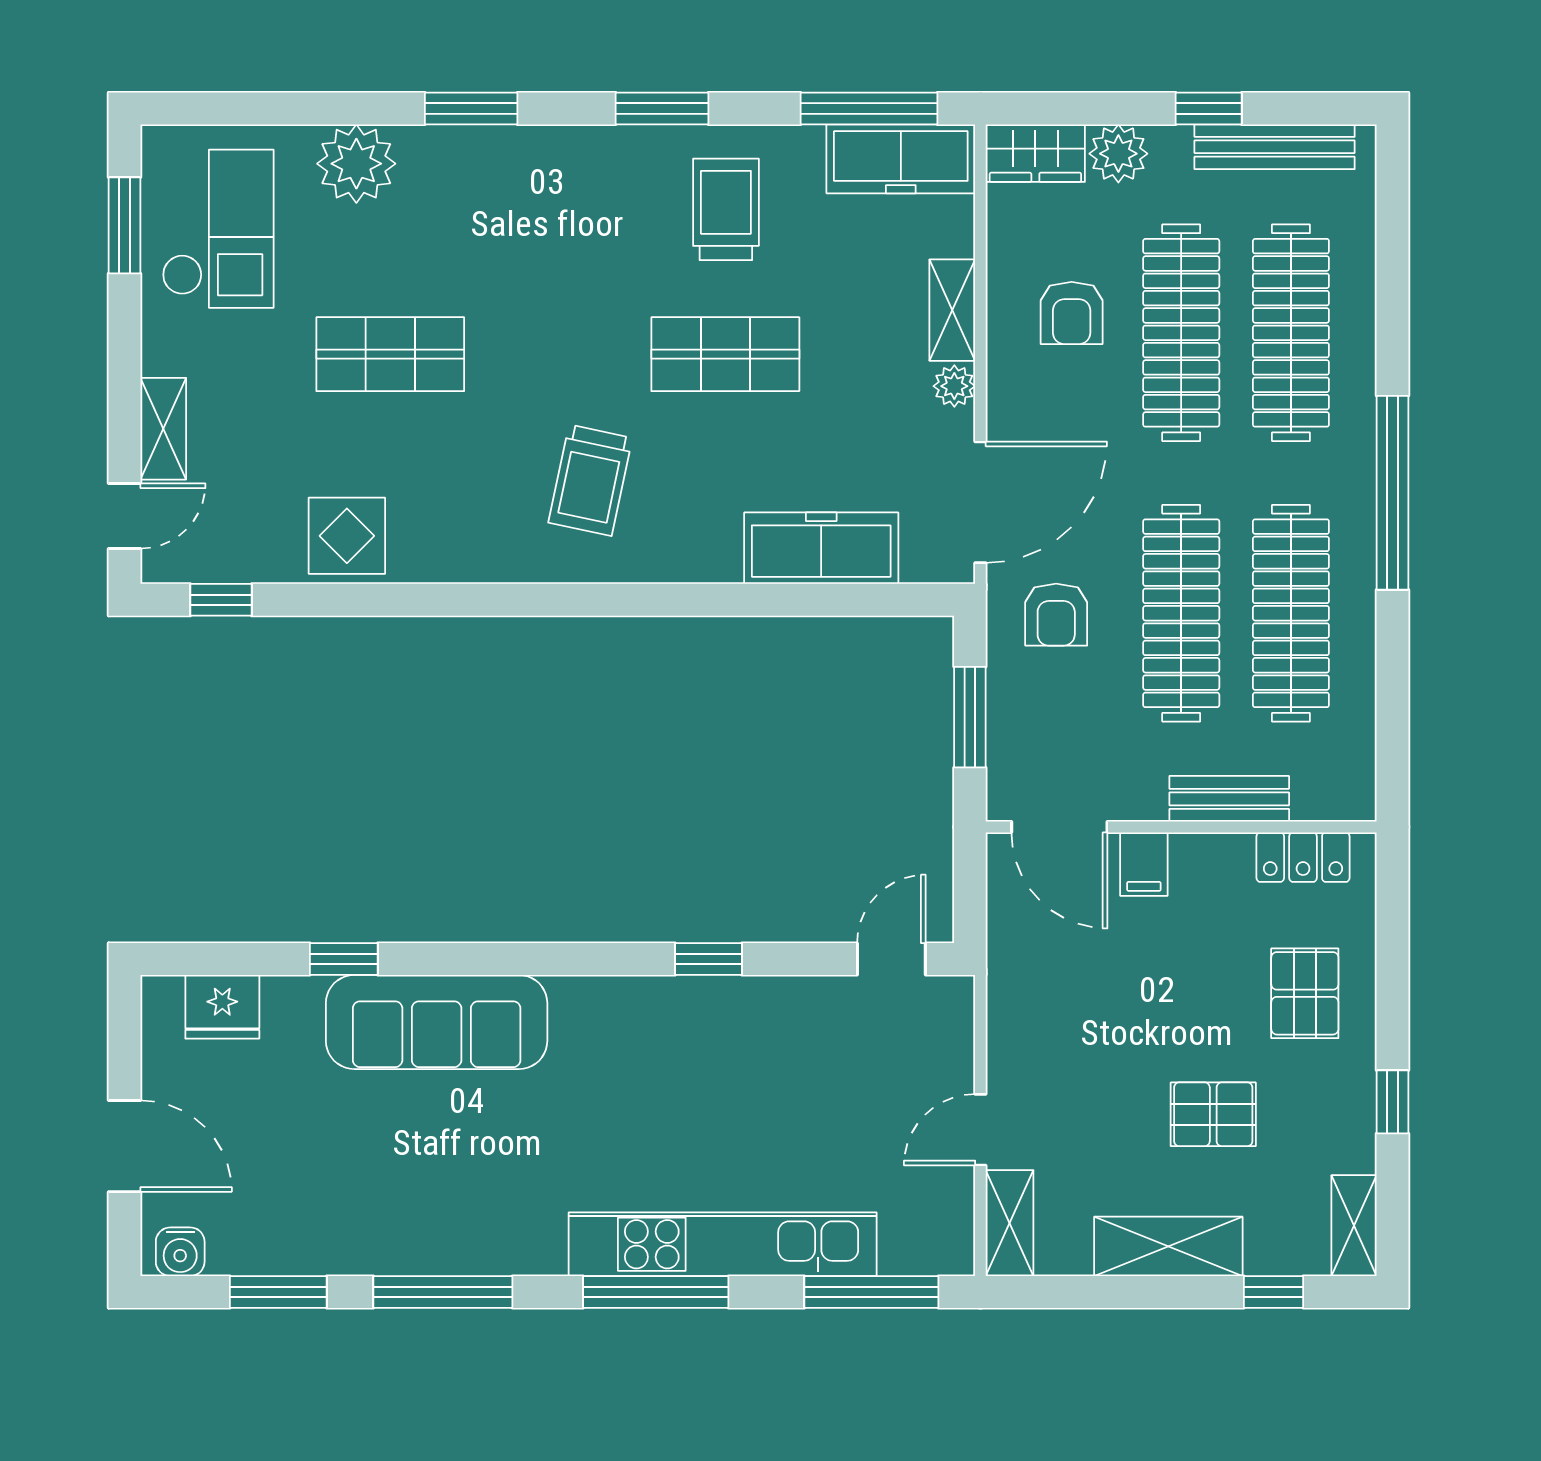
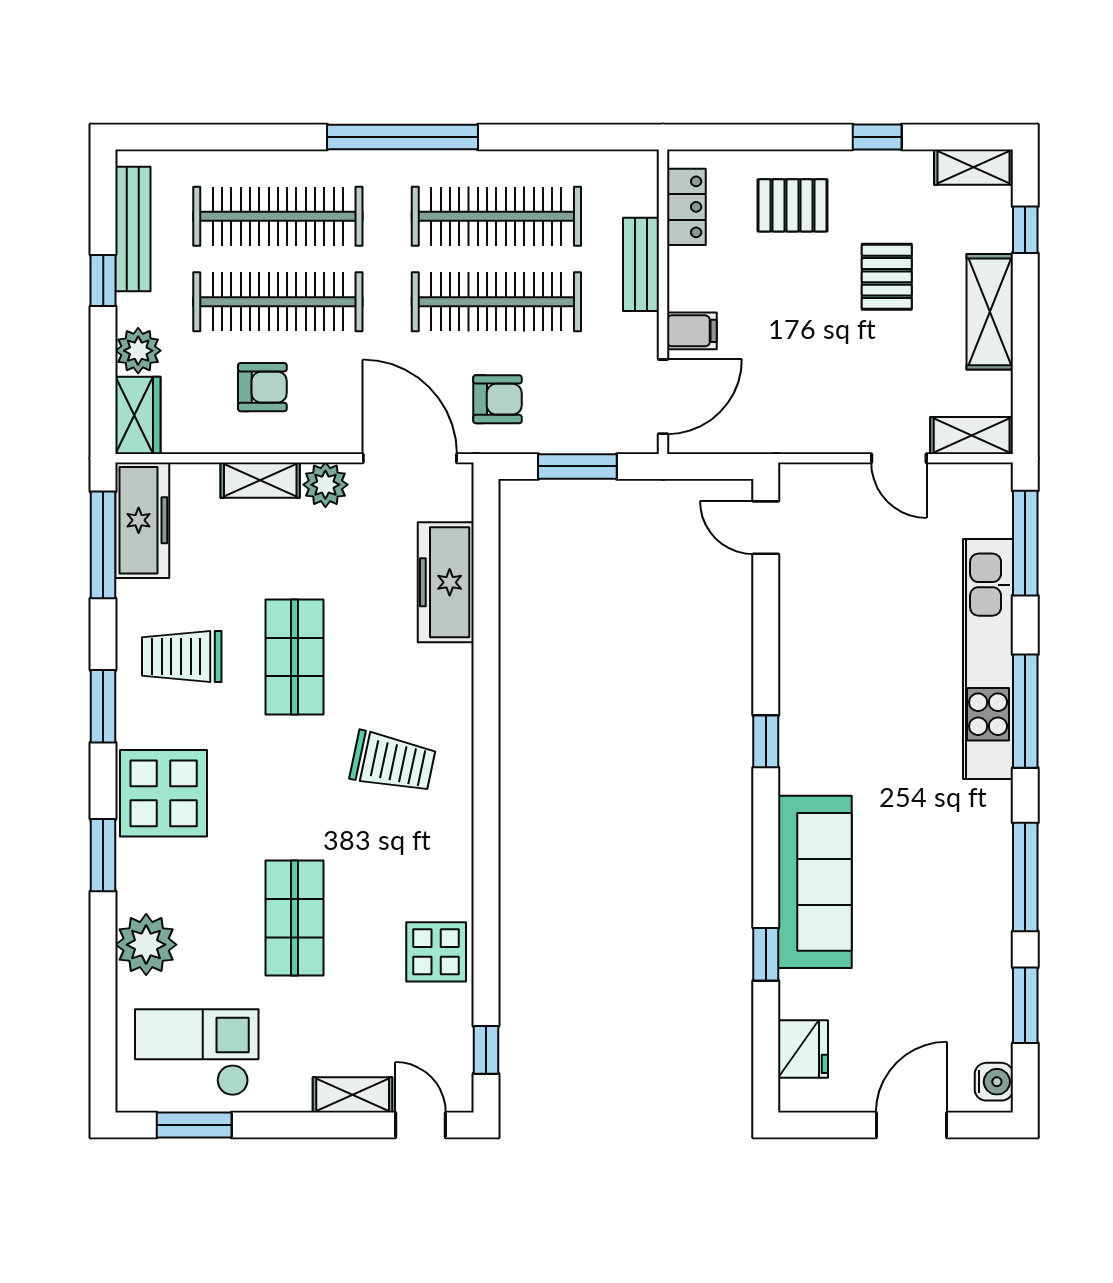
display table: (550, 186) -> (164, 793), added
plant: (954, 386) -> (325, 485), width x1.38, depth x1.38
window: (709, 959) -> (766, 741), moved

